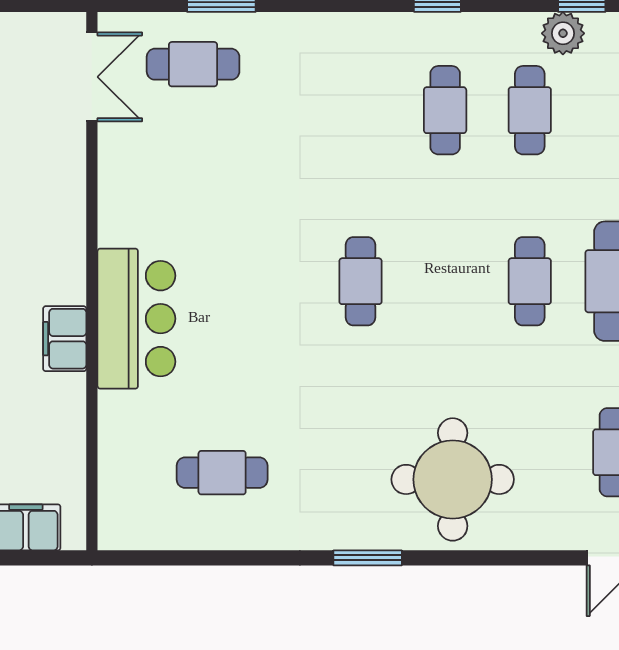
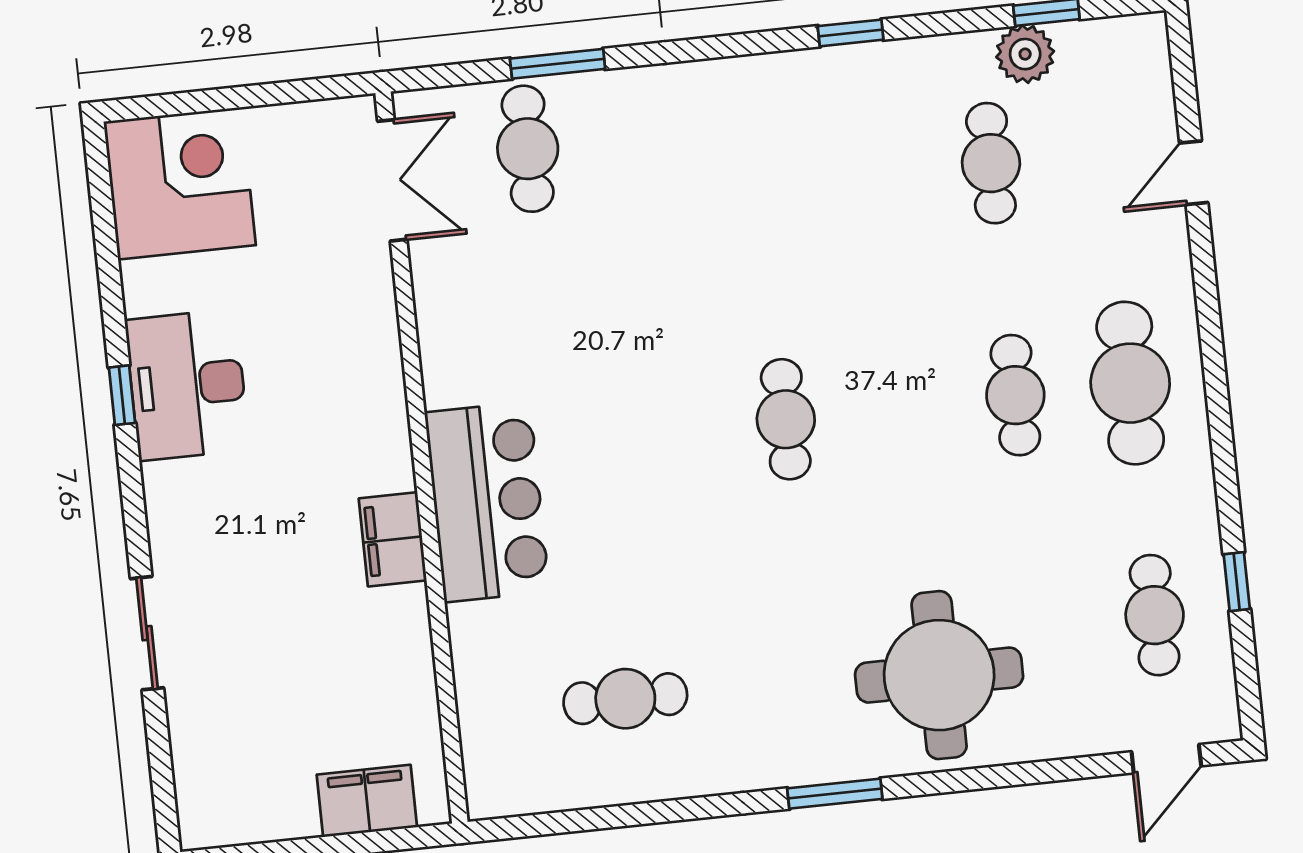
cafe table: (193, 64) -> (528, 149), turned 90
cafe table: (445, 110) -> (876, 175), removed

